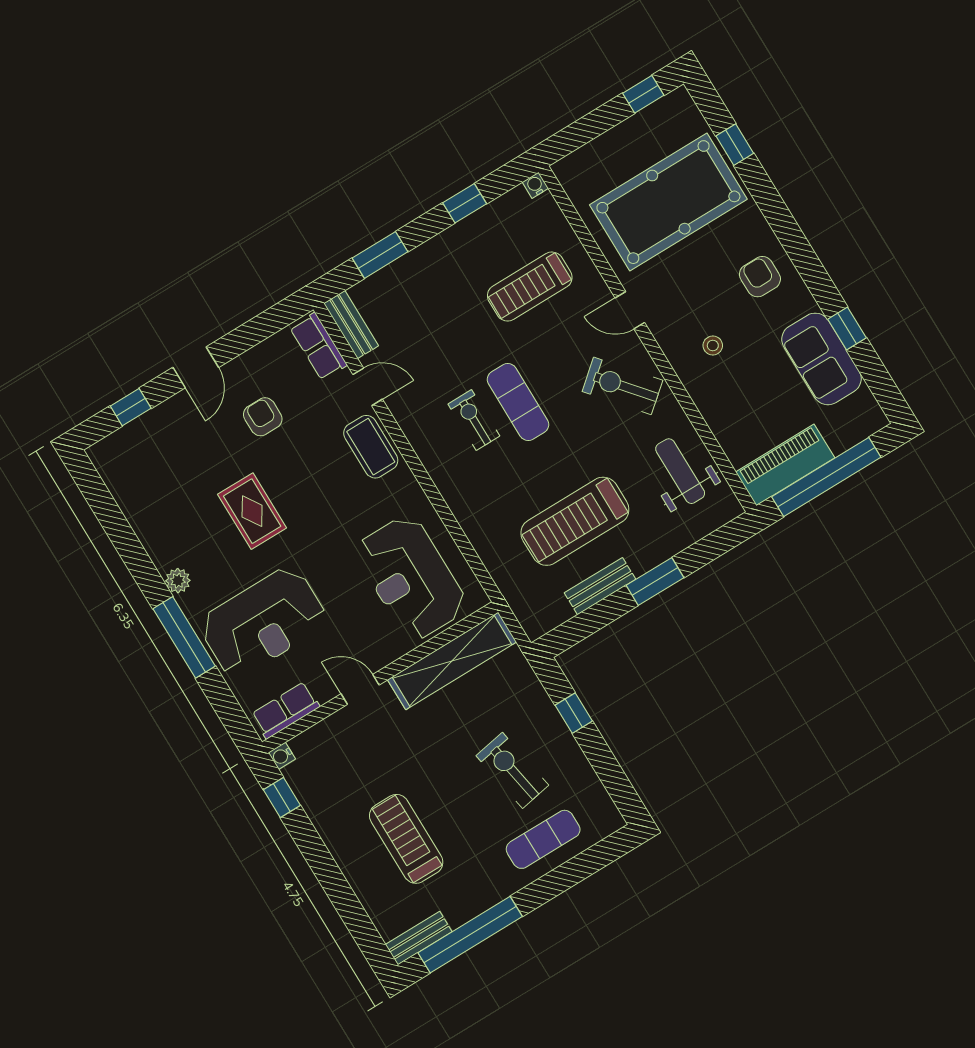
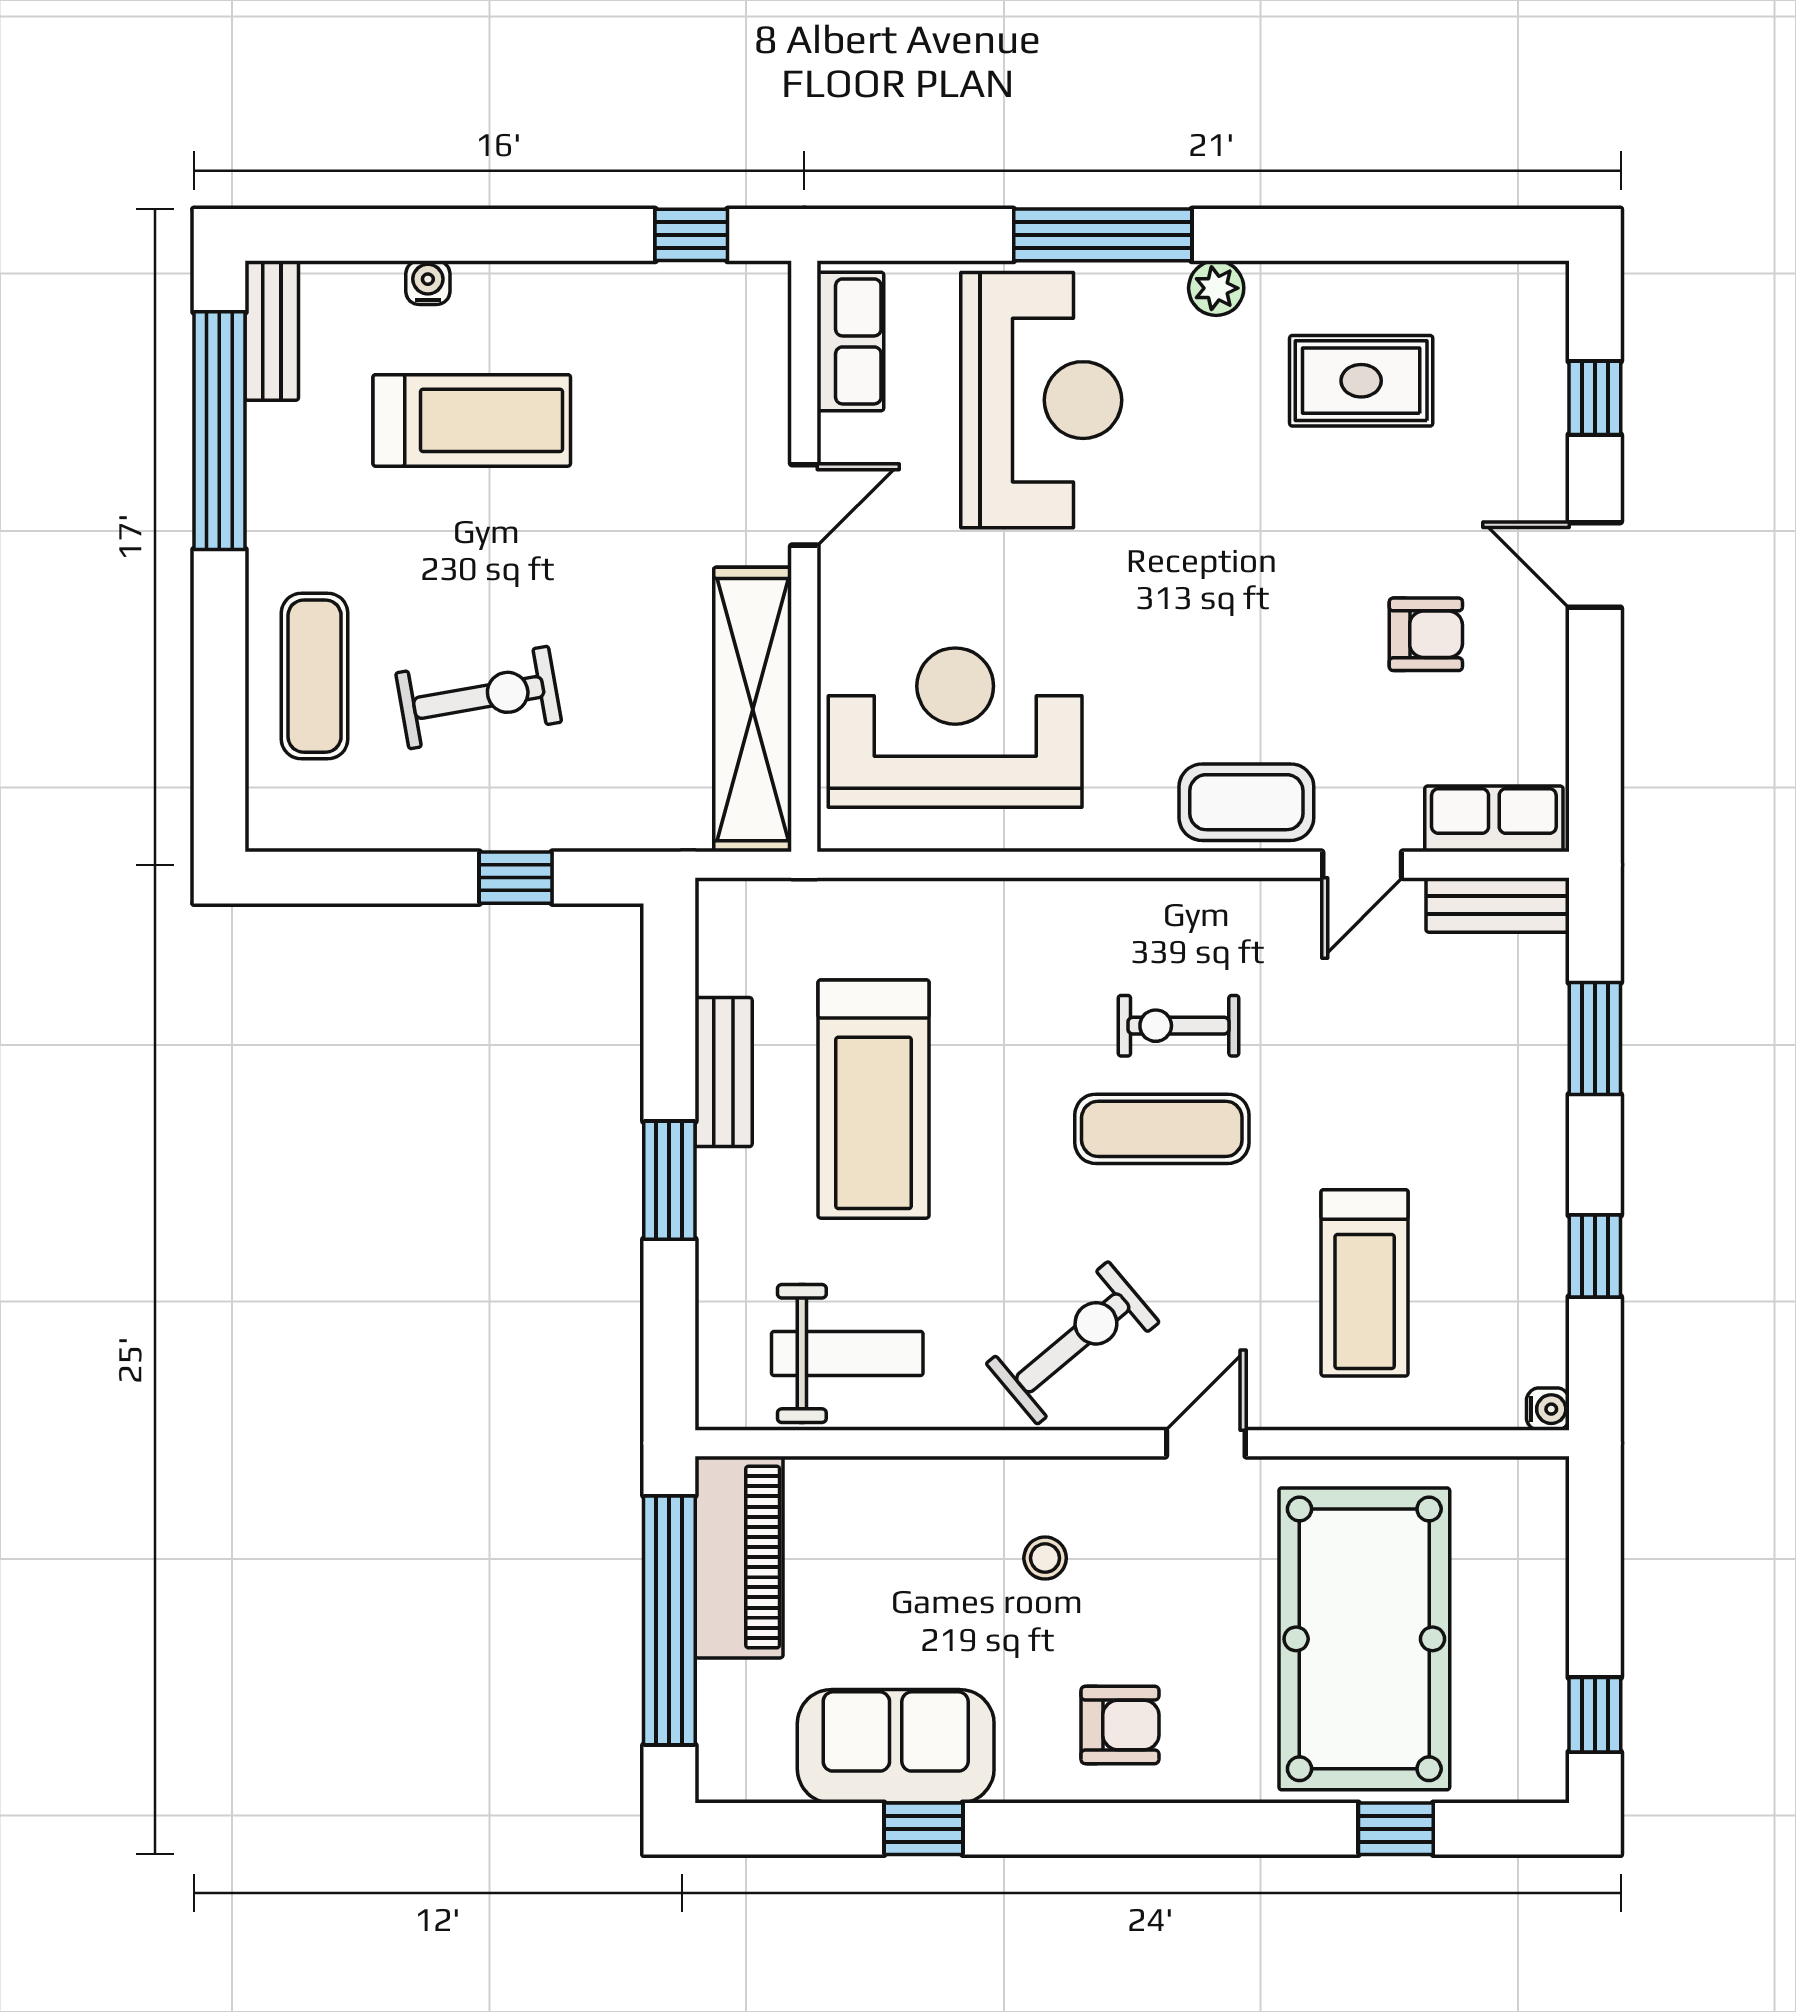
treadmill: (530, 287) -> (1365, 1283), turned 180
exercise bike: (474, 420) -> (1178, 1026), turned 180
rug: (252, 511) -> (1361, 381), moved
treadmill: (575, 521) -> (874, 1099), turned 180
reception desk: (263, 622) -> (1041, 400), turned 180
water cooler: (282, 756) -> (428, 283), moved

